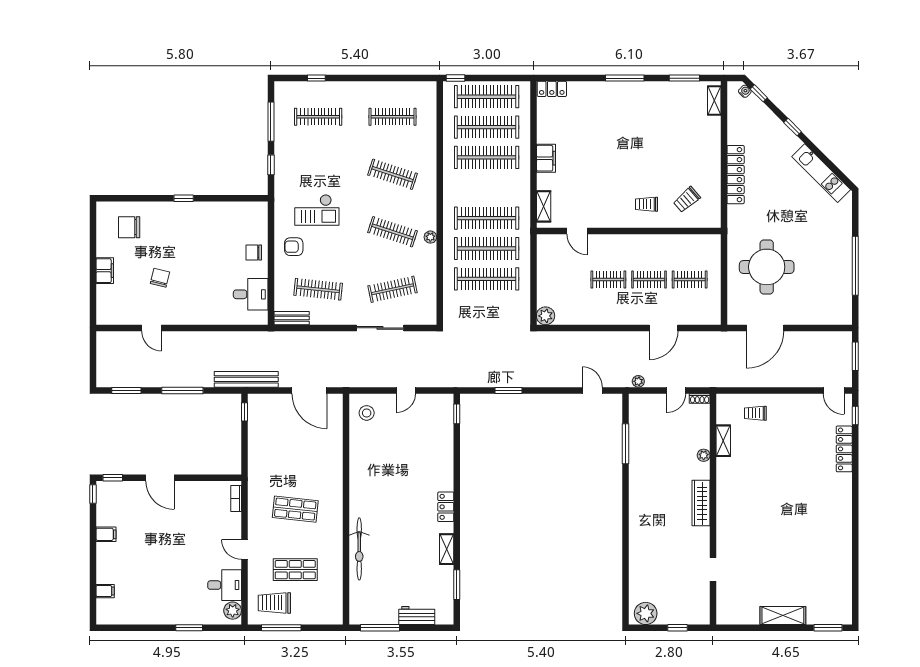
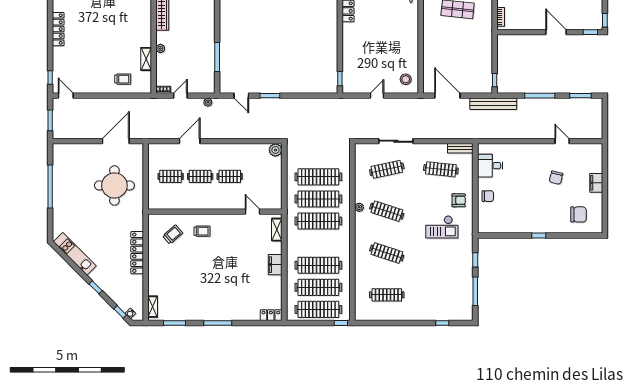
clothes rail: (318, 117) -> (441, 295), removed
checkout: (317, 210) -> (442, 227), turned 180
window: (508, 390) -> (270, 96), moved
locker: (844, 449) -> (58, 29), moved

